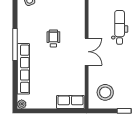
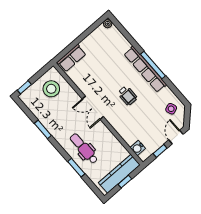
dental chair: (120, 27) -> (84, 149), turned 180
row of seats: (23, 69) -> (145, 69), moved

